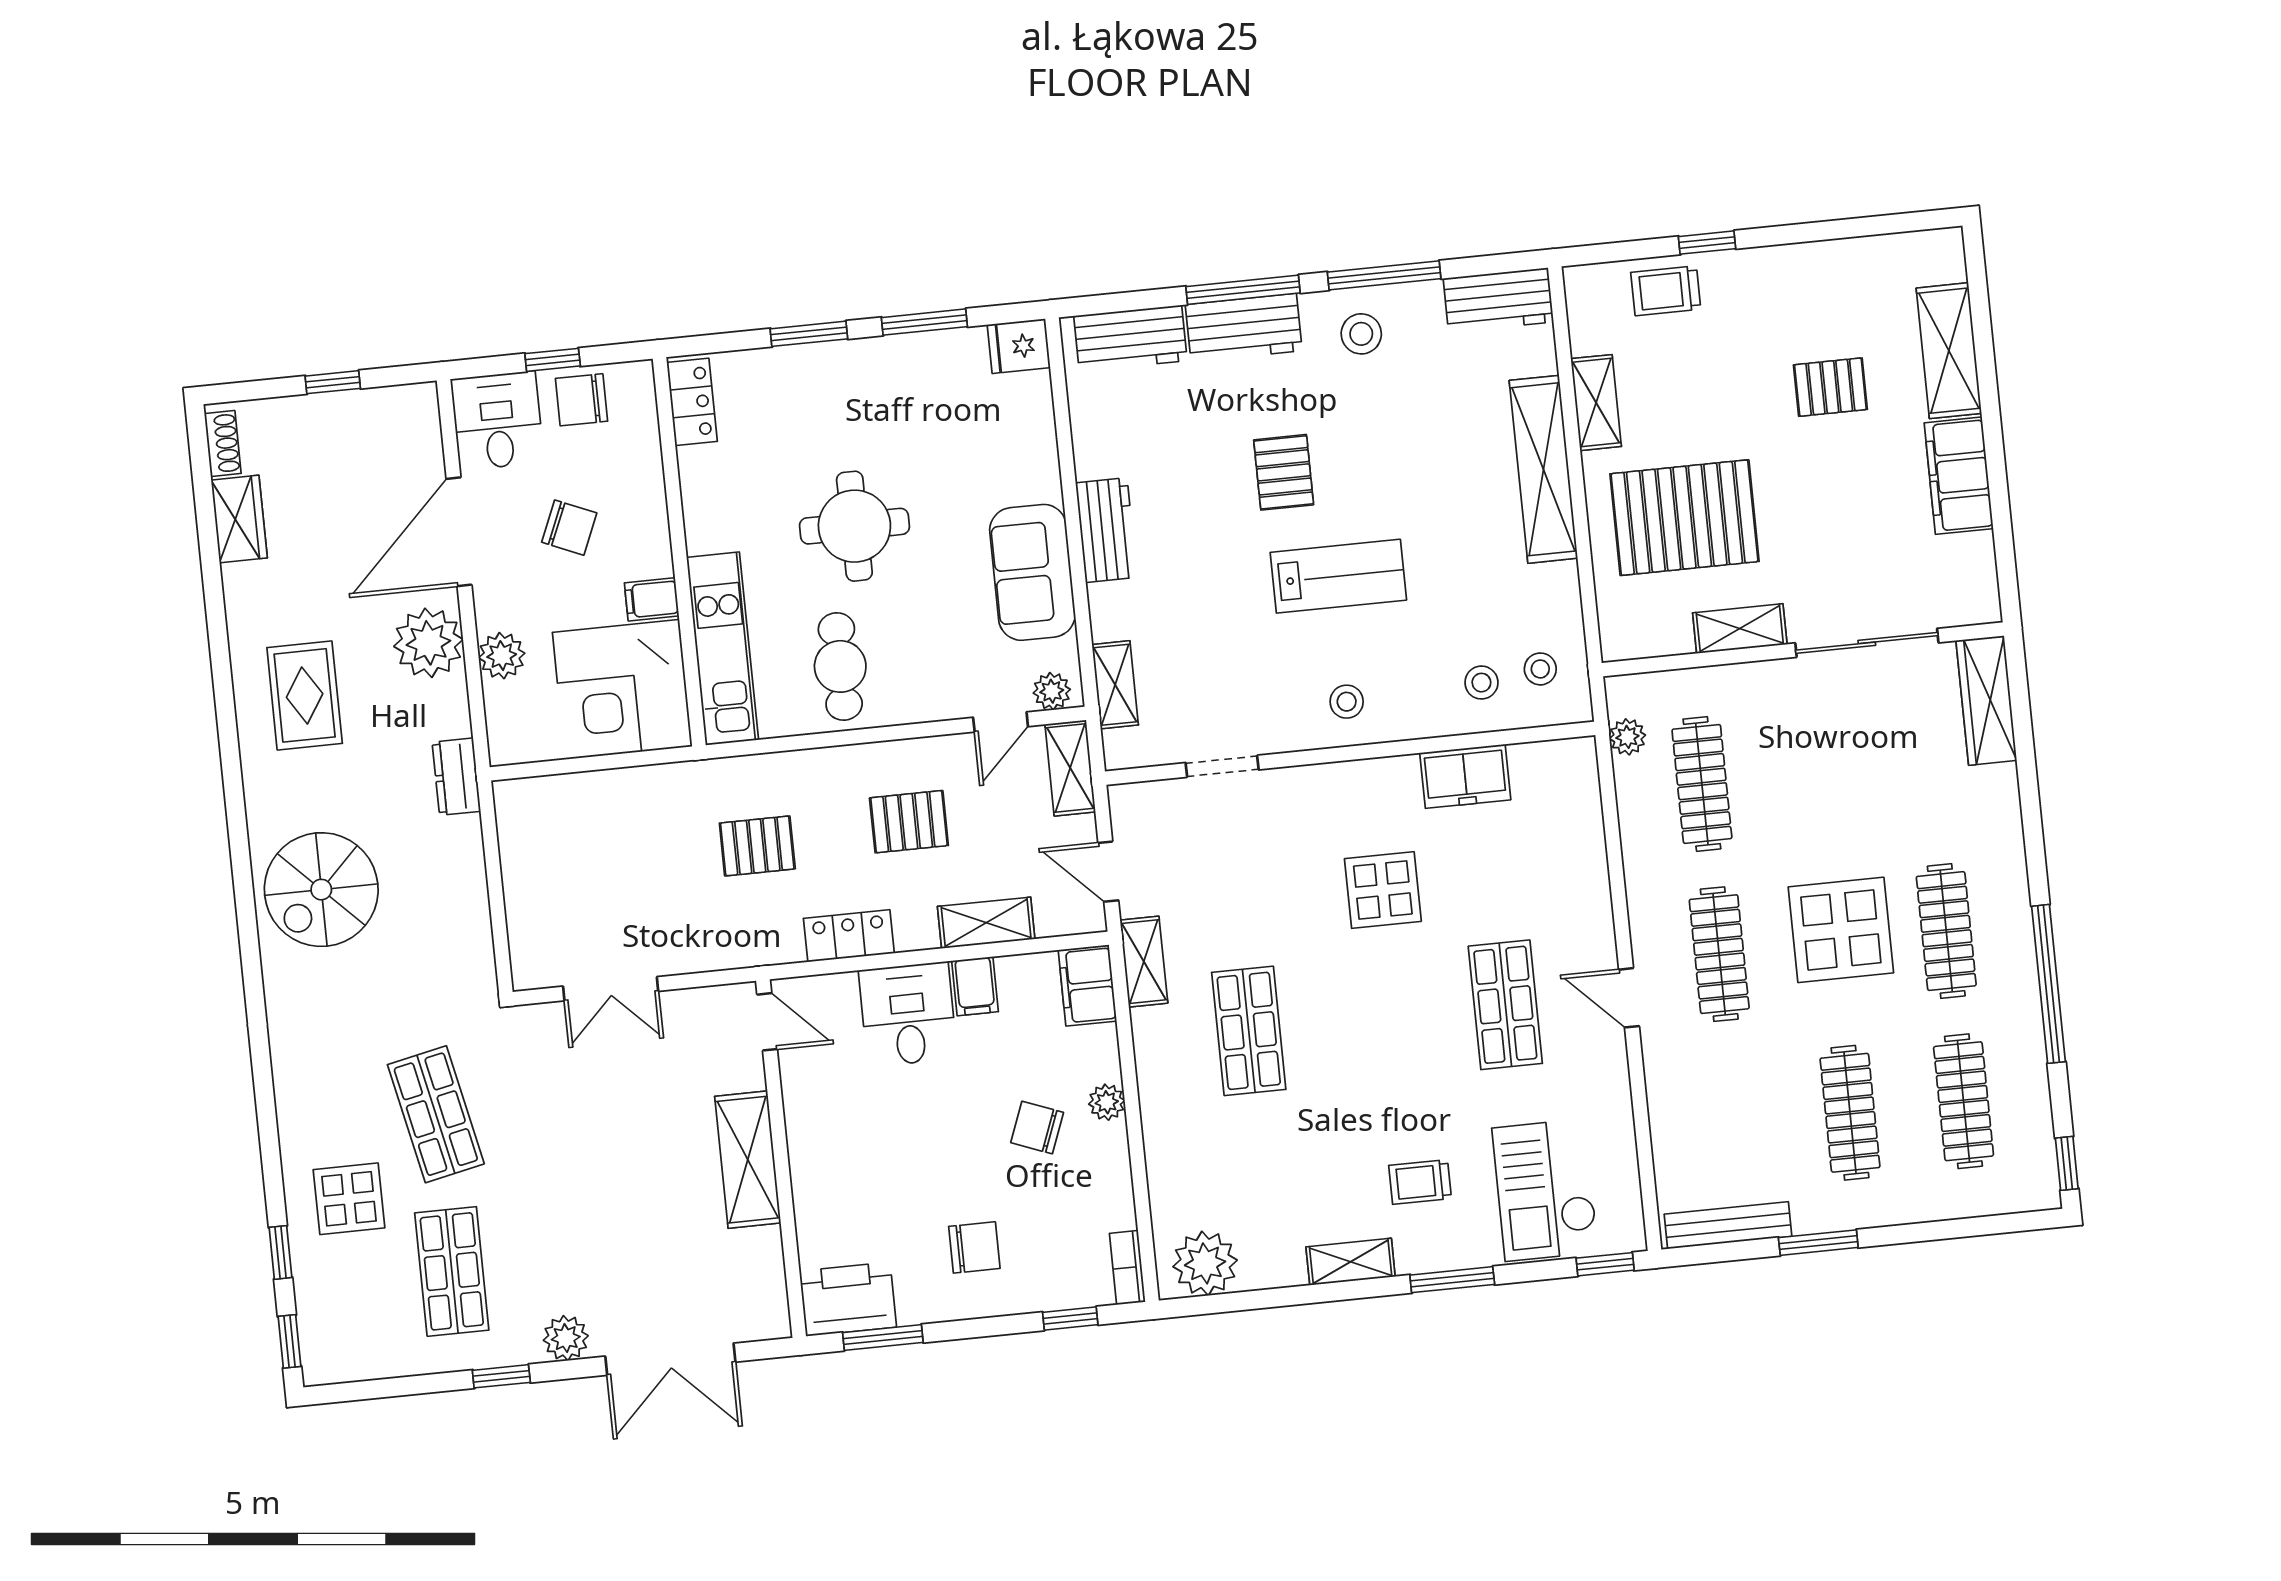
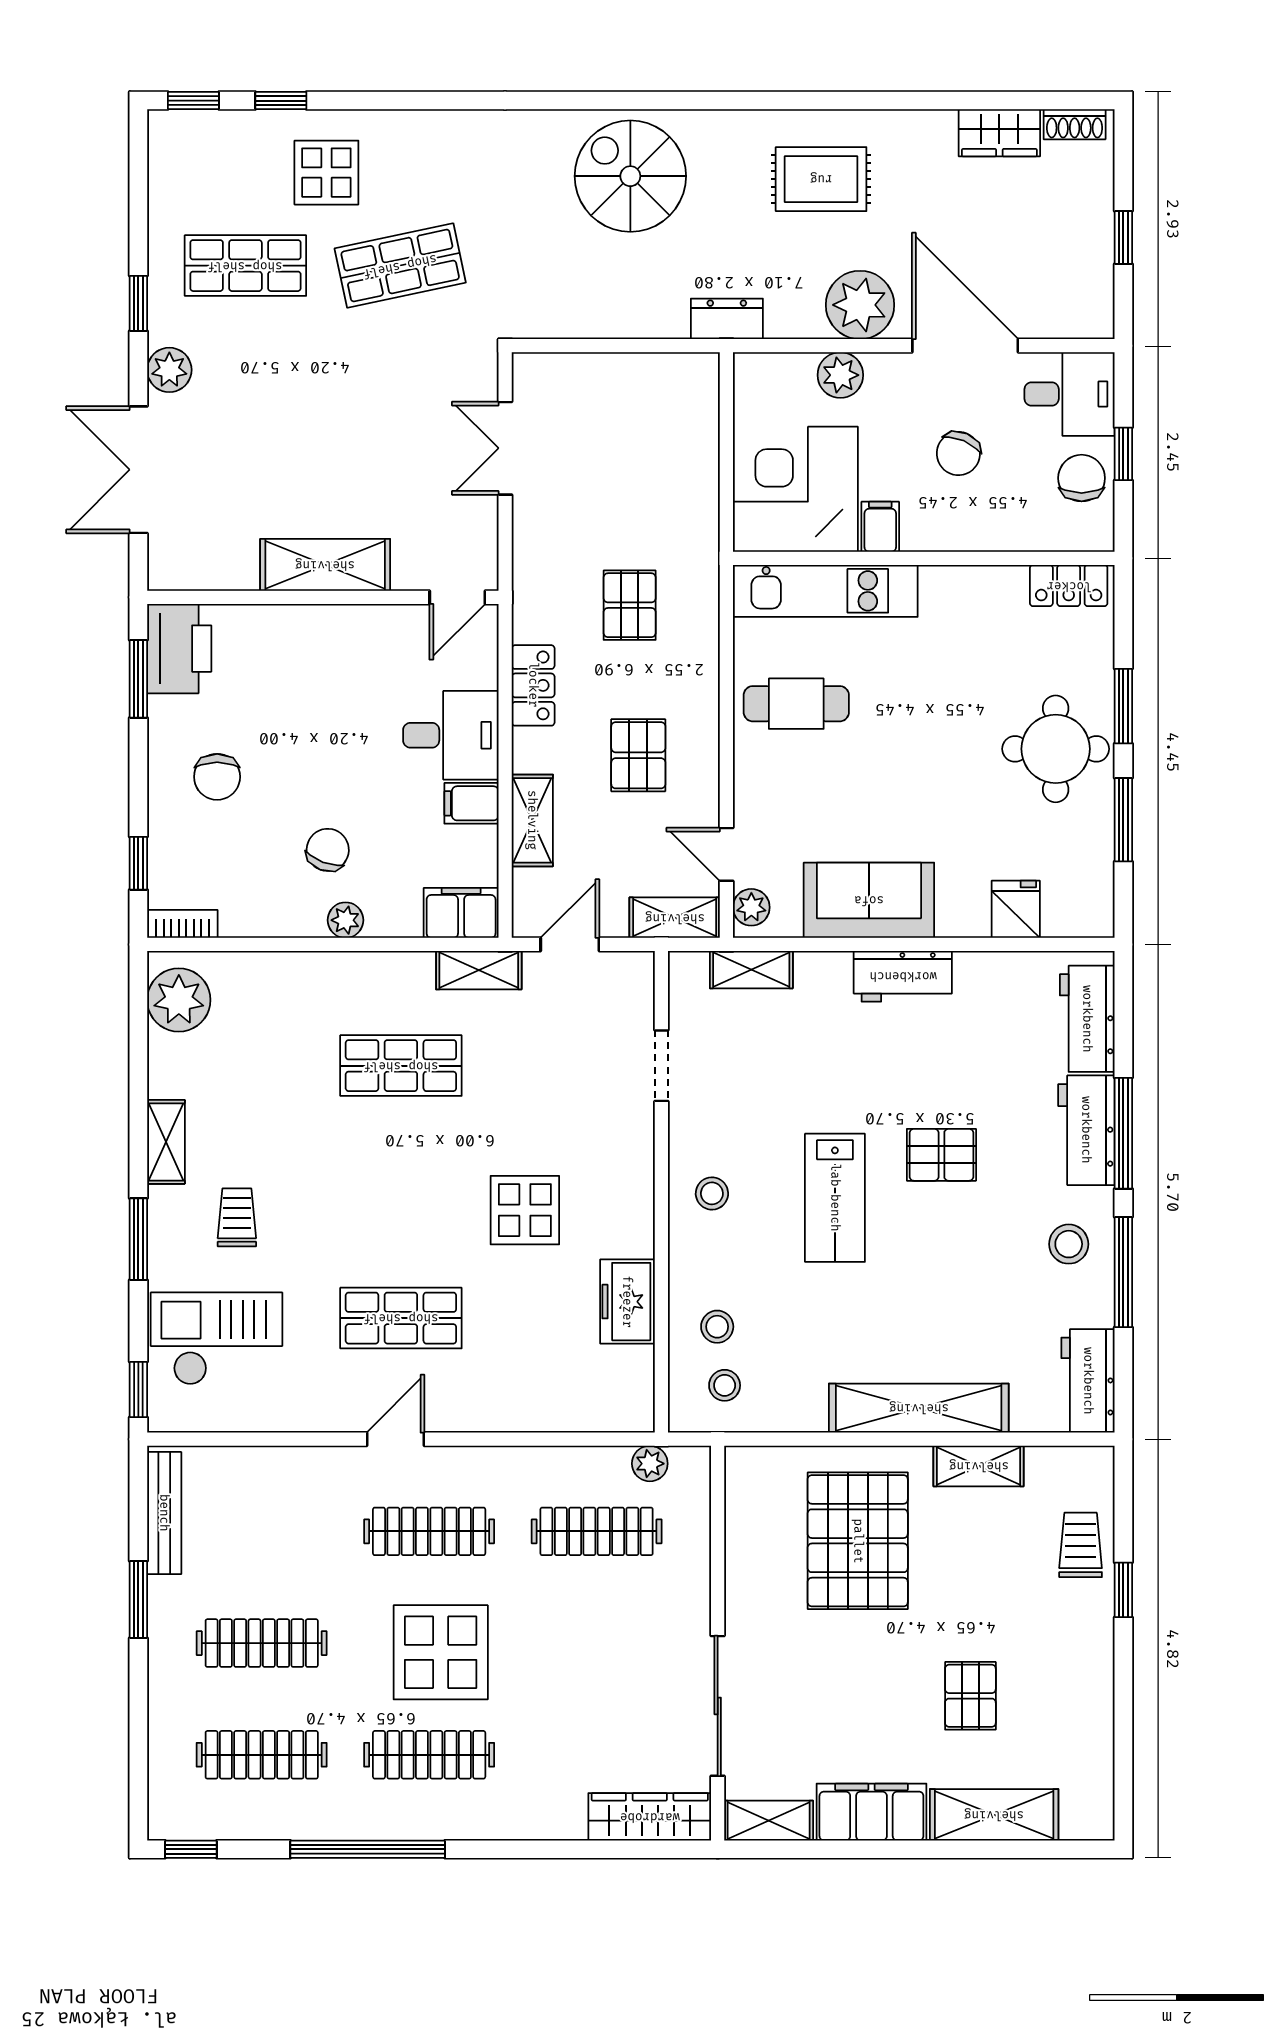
fridge: (1019, 346) -> (1016, 909), moved
round table: (854, 526) -> (1056, 749), moved
shelving: (1740, 629) -> (769, 1821), moved, turned 90

